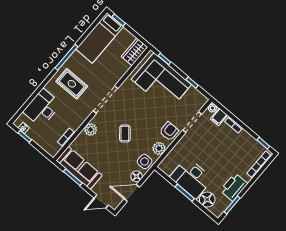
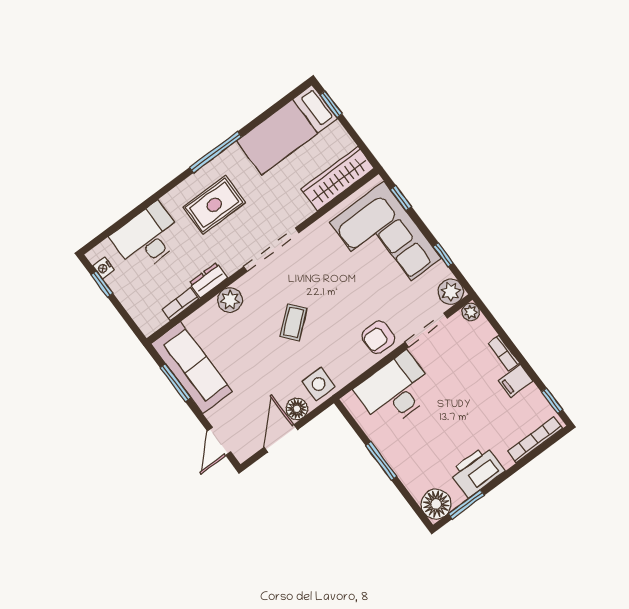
wardrobe: (135, 52) -> (338, 179), width x1.50
rug: (72, 84) -> (214, 205), turned 90
filing cabinet: (219, 117) -> (516, 381), moved
dresser: (78, 122) -> (208, 280), added
armchair: (169, 131) -> (378, 337), turned 180
plant: (159, 148) -> (451, 292), moved
desk: (191, 178) -> (395, 391), moved, turned 90
door: (132, 193) -> (281, 438), hinge flipped
floor lamp: (207, 200) -> (436, 504), moved
door: (101, 202) -> (219, 441), hinge flipped

